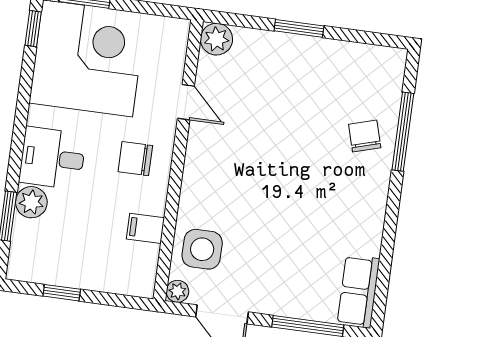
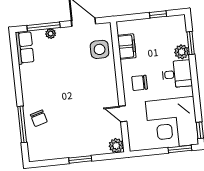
chair: (135, 159) -> (140, 83), turned 180
filing cabinet: (145, 228) -> (127, 47), width x2.00
plant: (177, 291) -> (51, 34), moved

